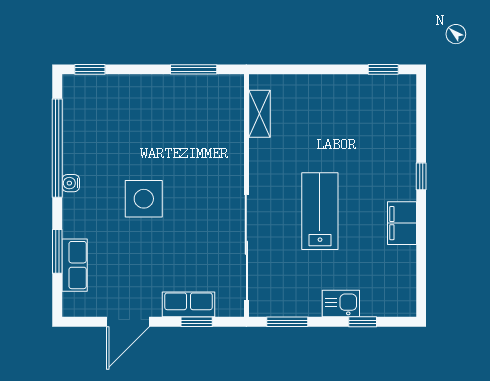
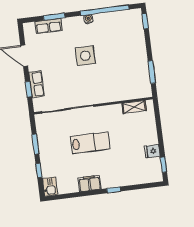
fridge: (353, 89) -> (152, 151), added
kitchen sink: (341, 303) -> (50, 187), moved
window: (287, 322) -> (36, 144), moved

